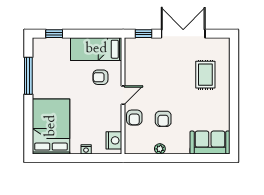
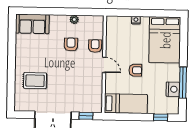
rug: (205, 75) -> (35, 81), turned 90
armchair: (100, 77) -> (135, 70), moved
door: (123, 95) -> (104, 65), swing flipped
nightstand: (114, 140) -> (173, 89), moved, turned 180

